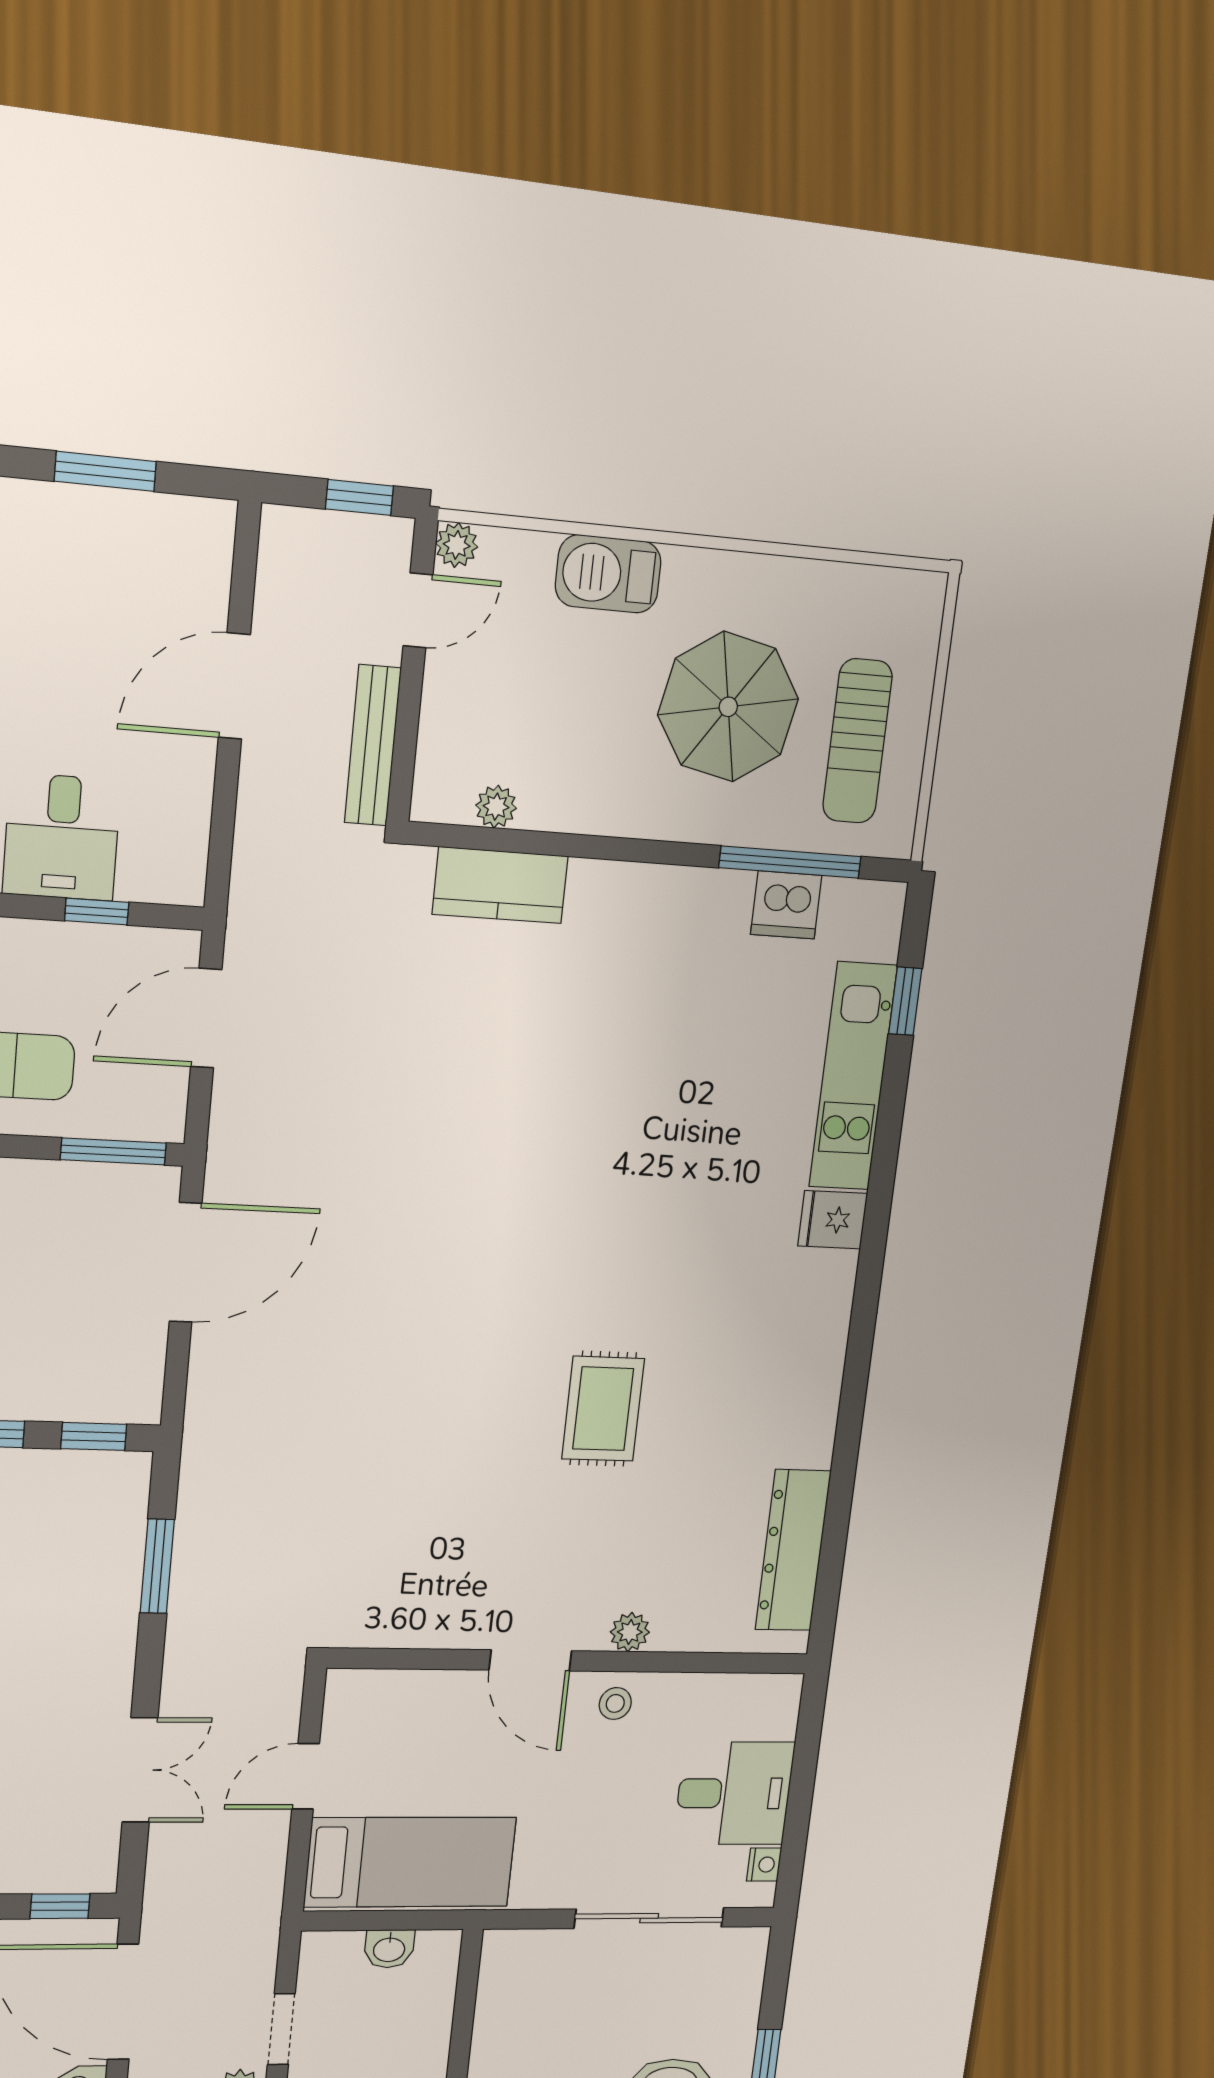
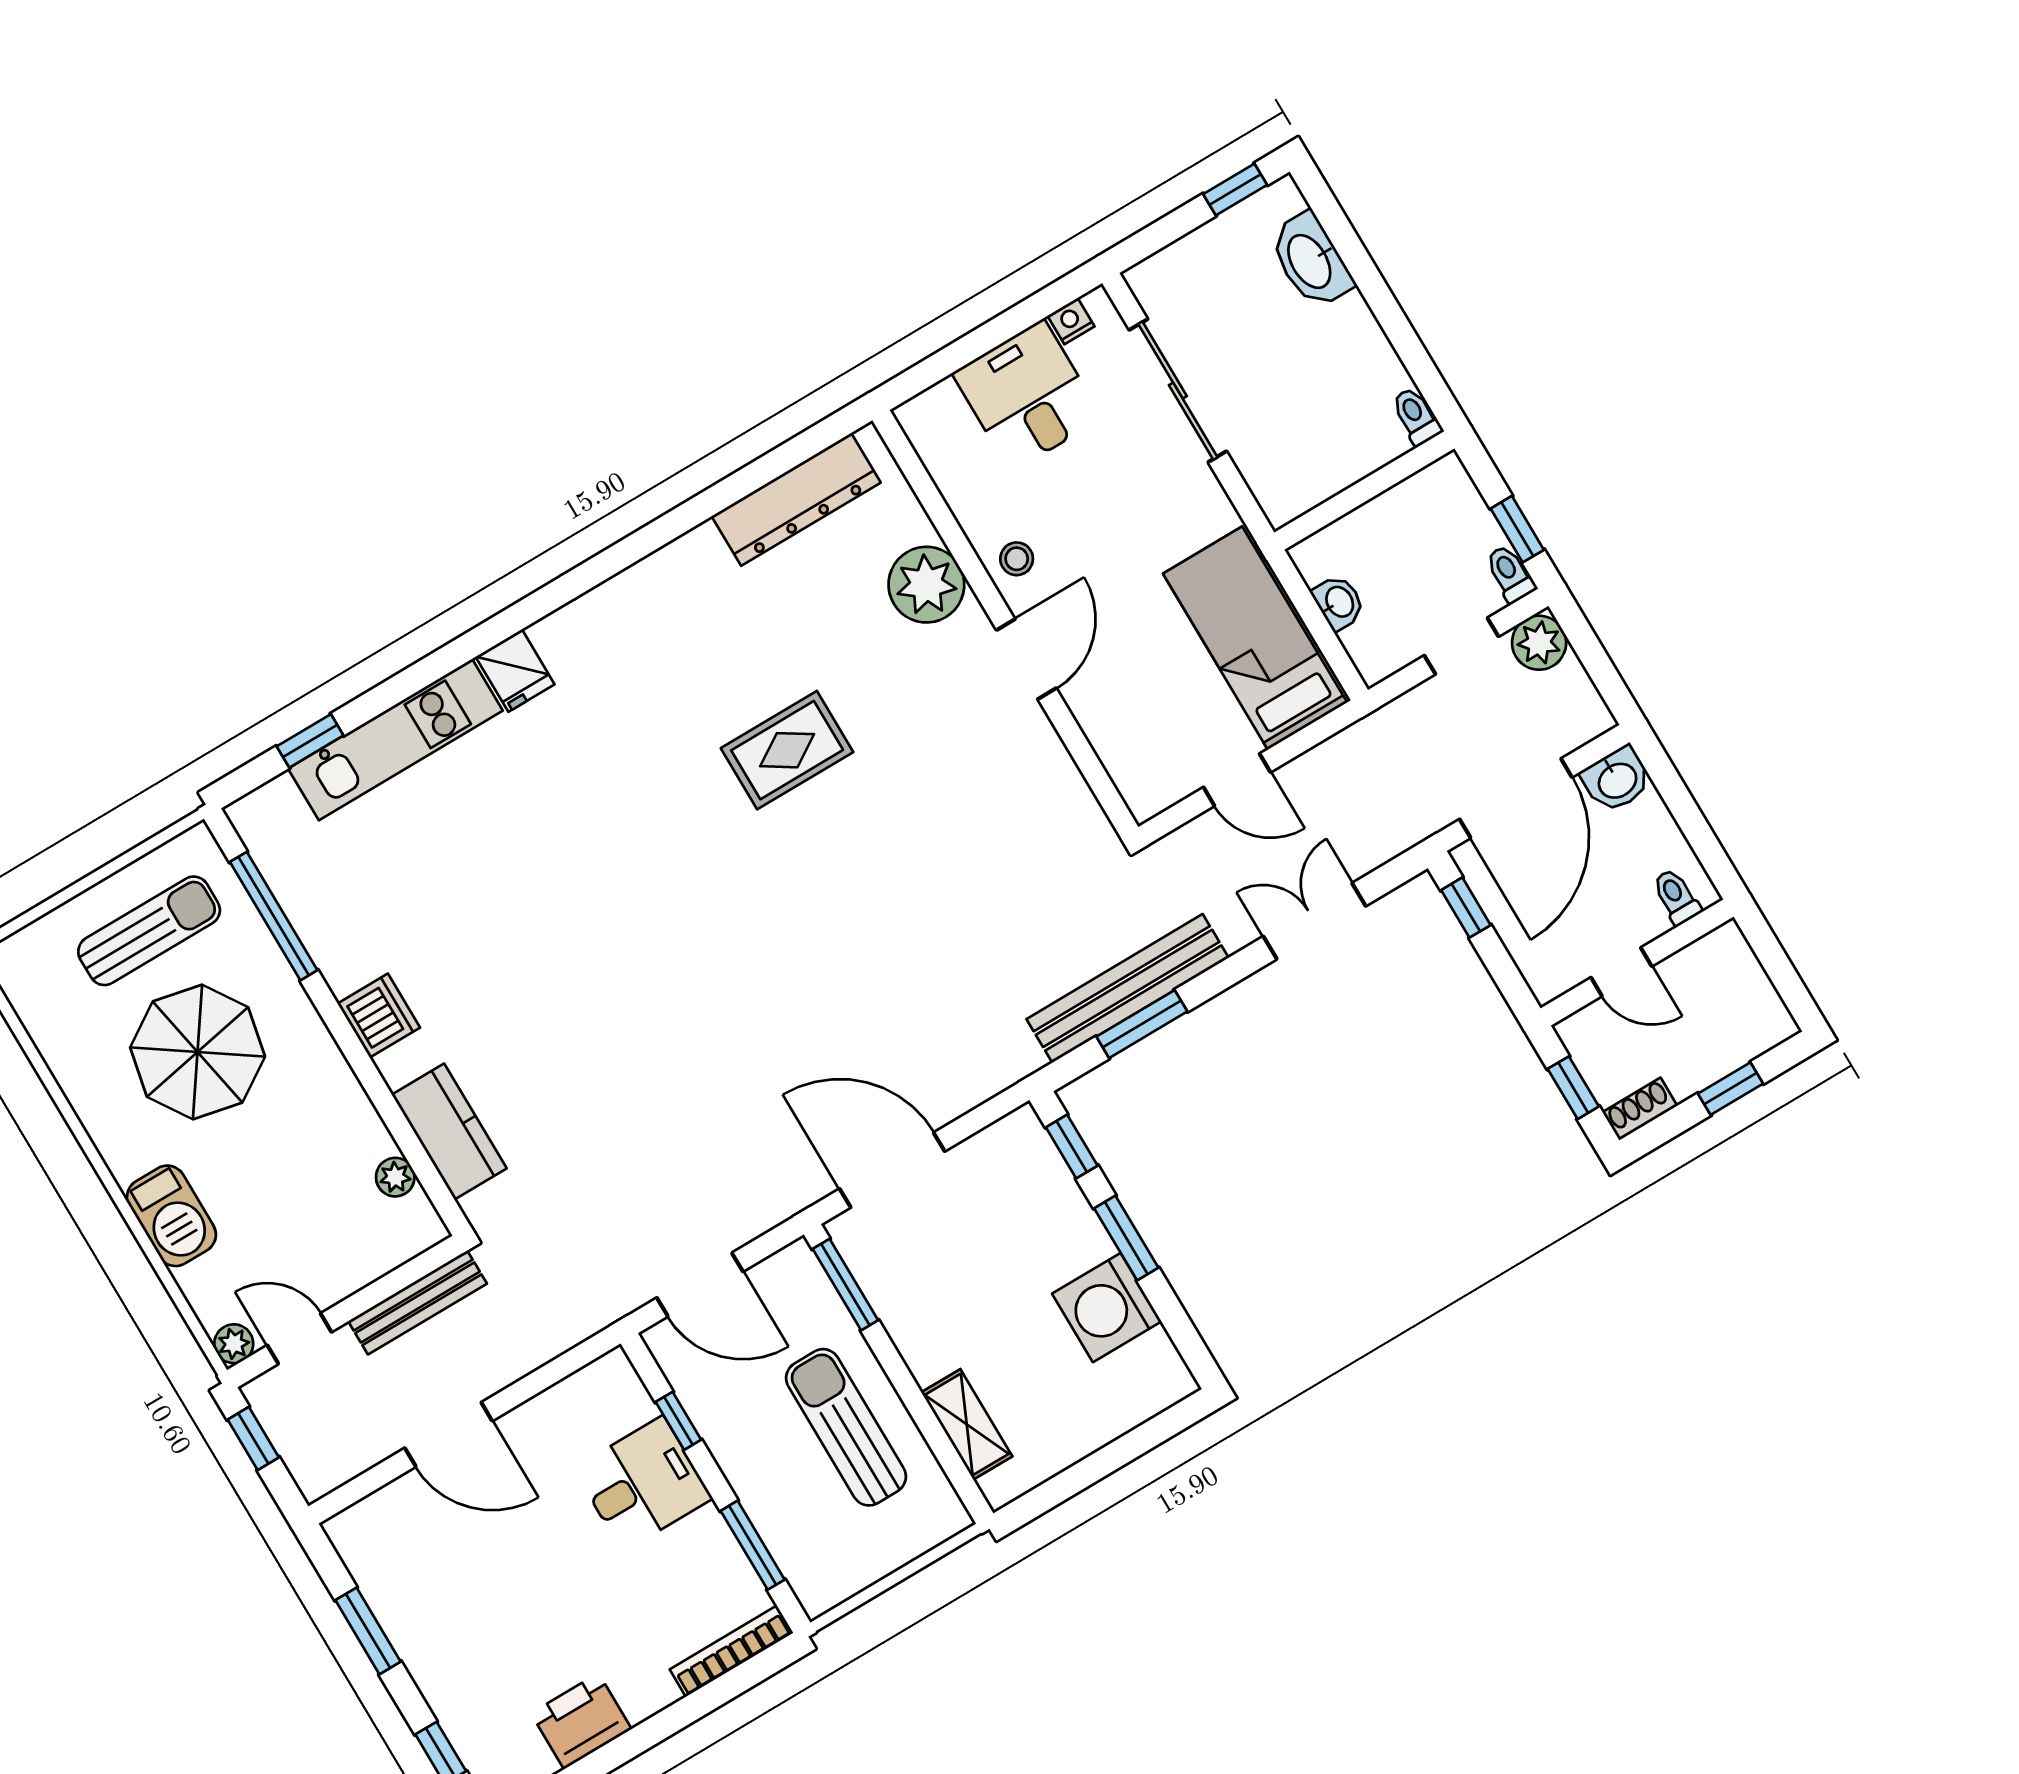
dishwasher: (786, 905) -> (379, 1016), moved
bench: (197, 1573) -> (1128, 988), added
plant: (630, 1632) -> (926, 585), width x1.88, depth x1.88

